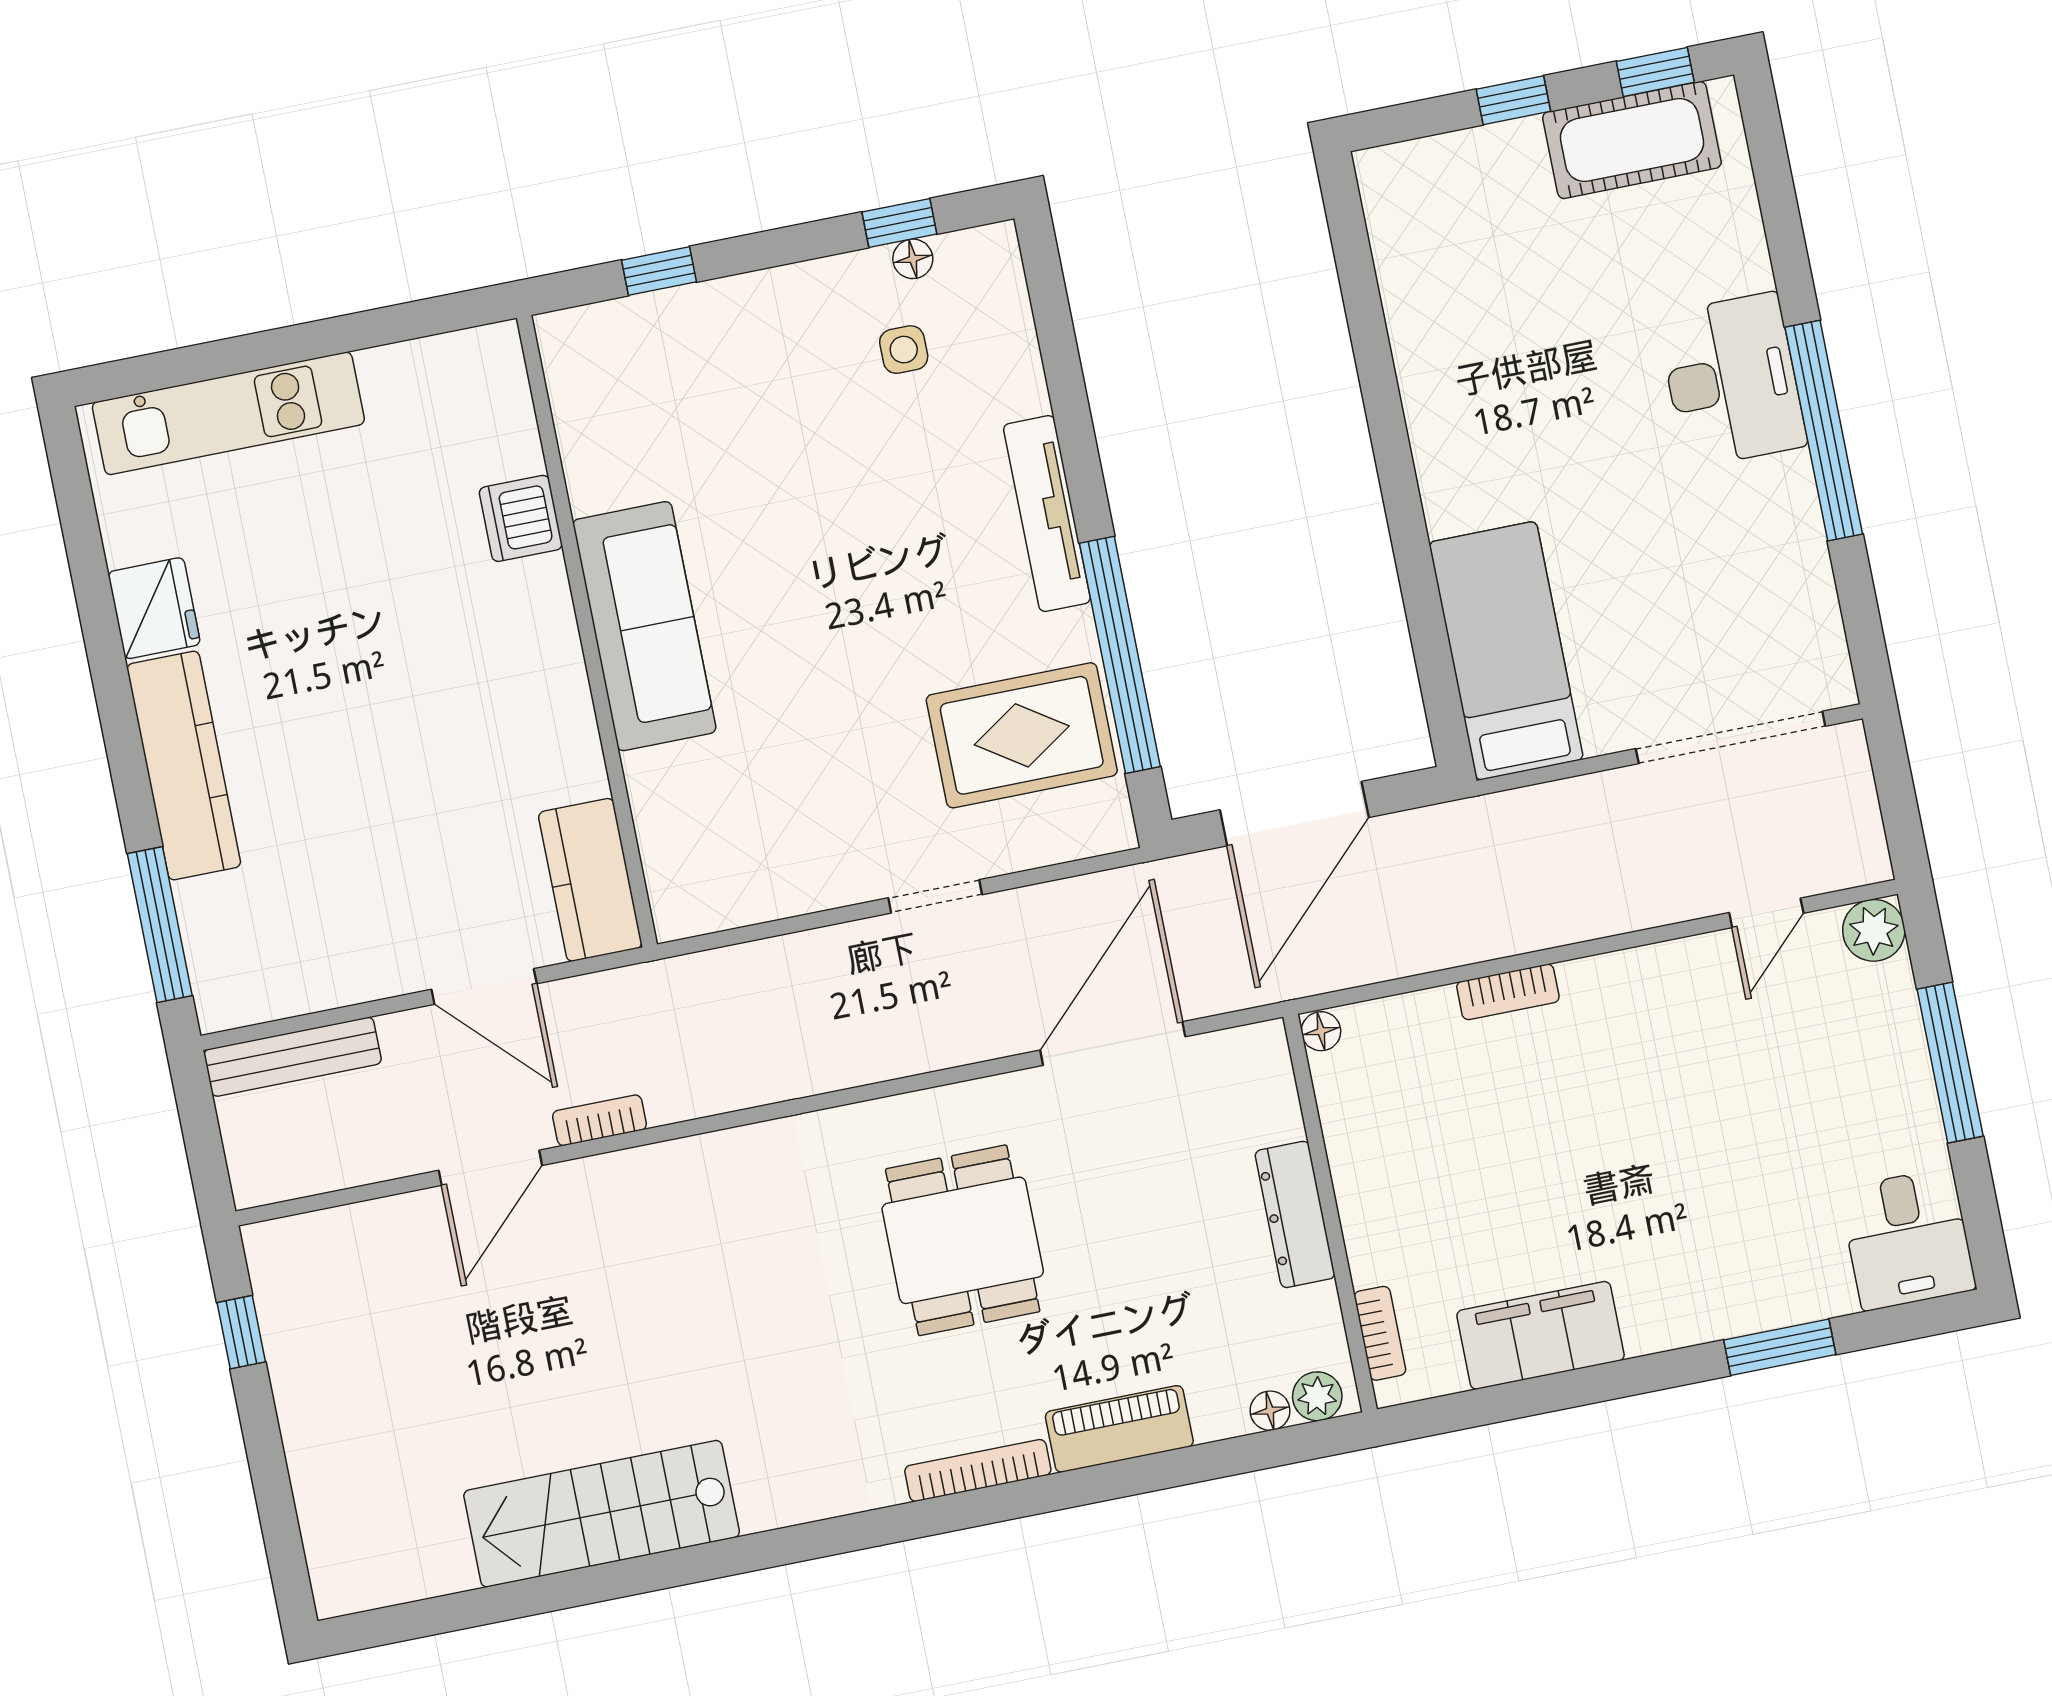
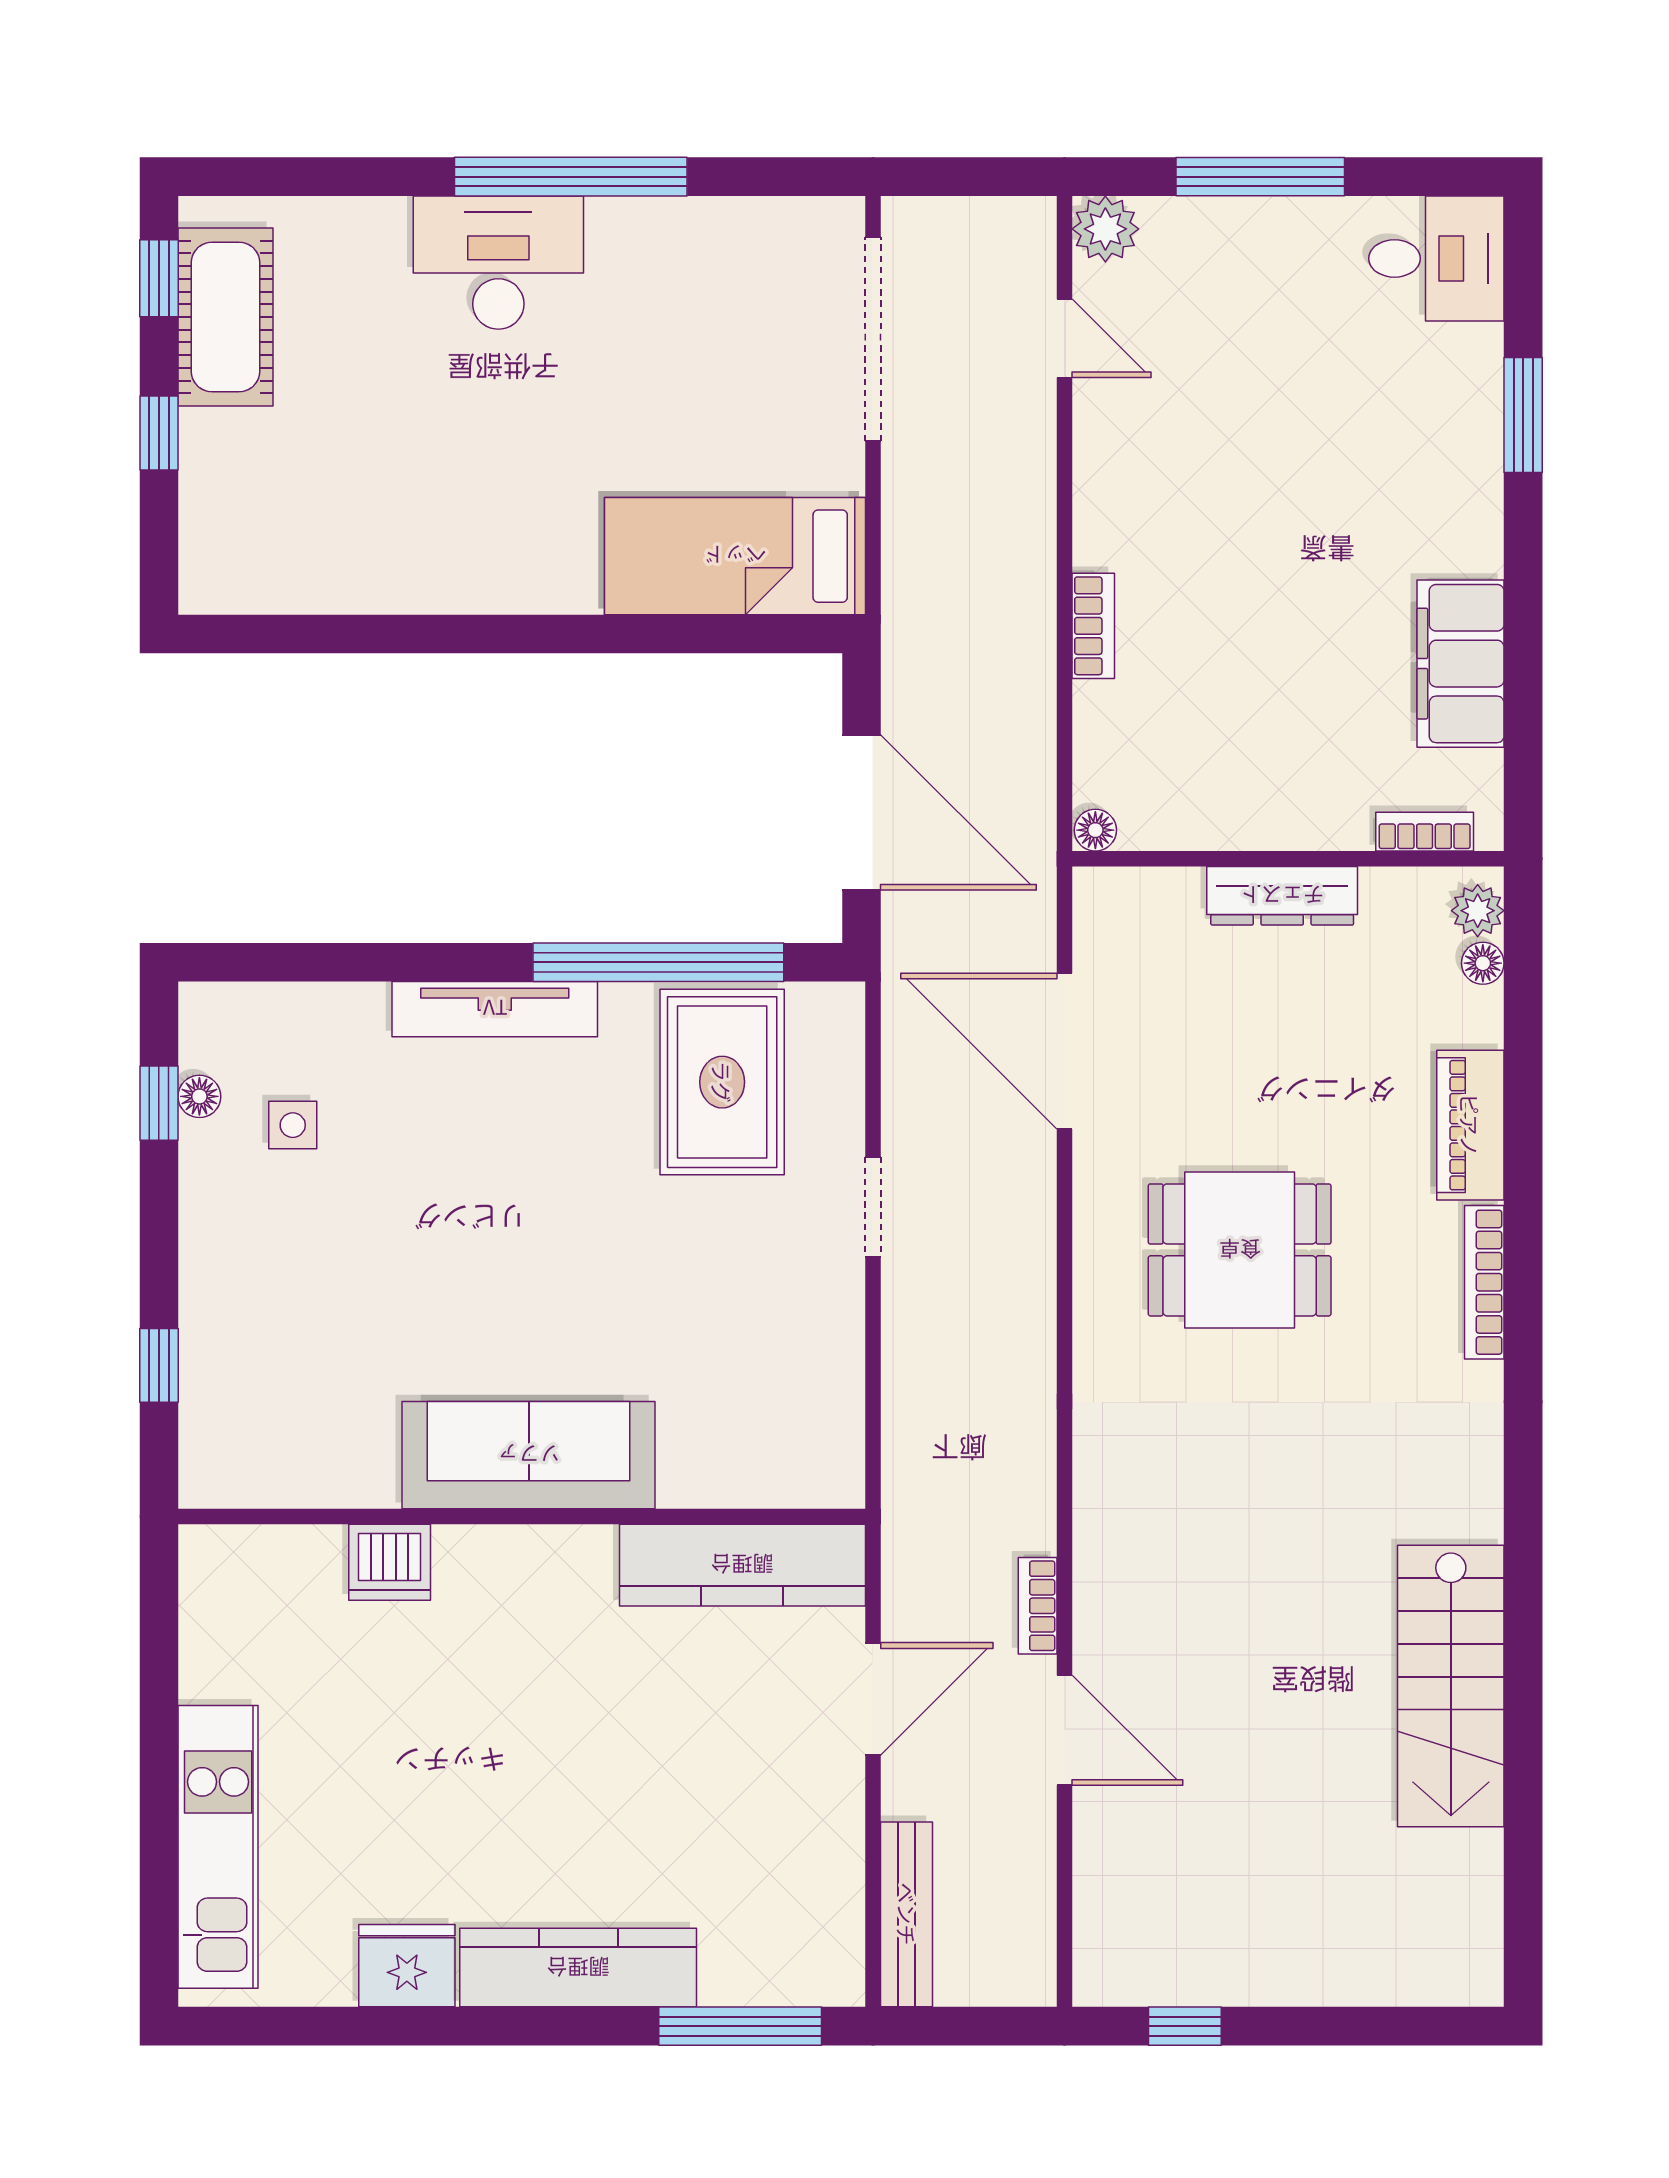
kitchen counter: (590, 880) -> (742, 1565), width x1.50

